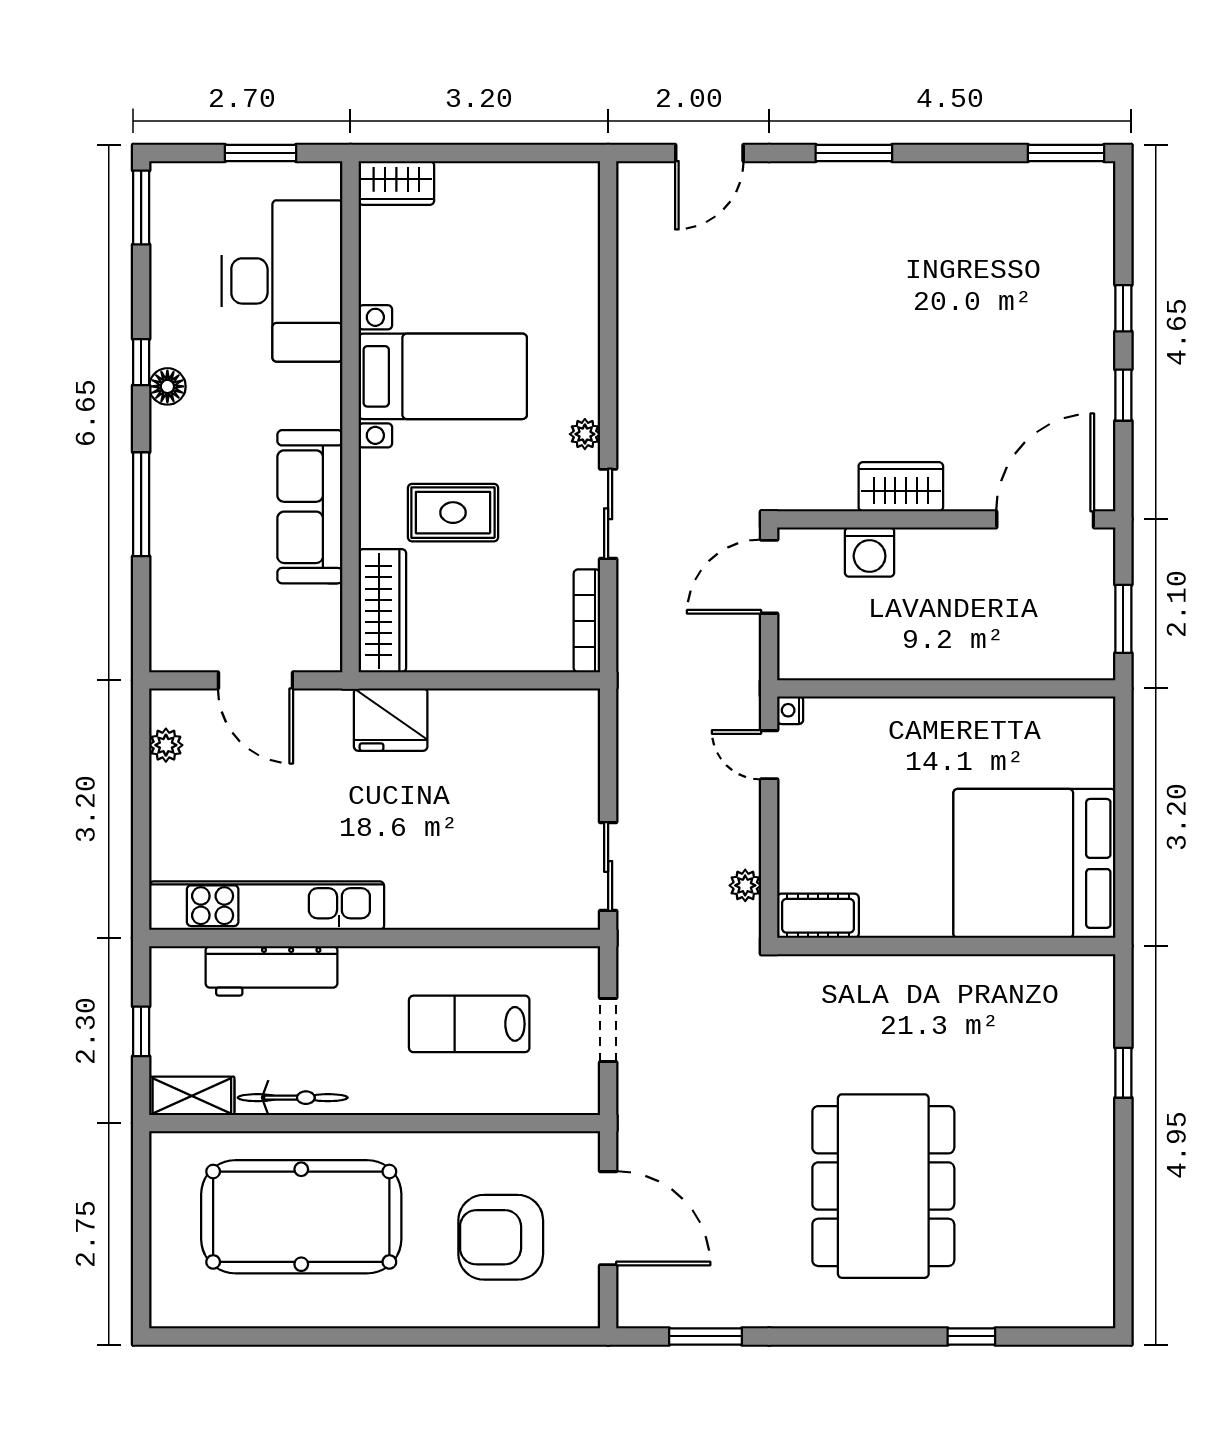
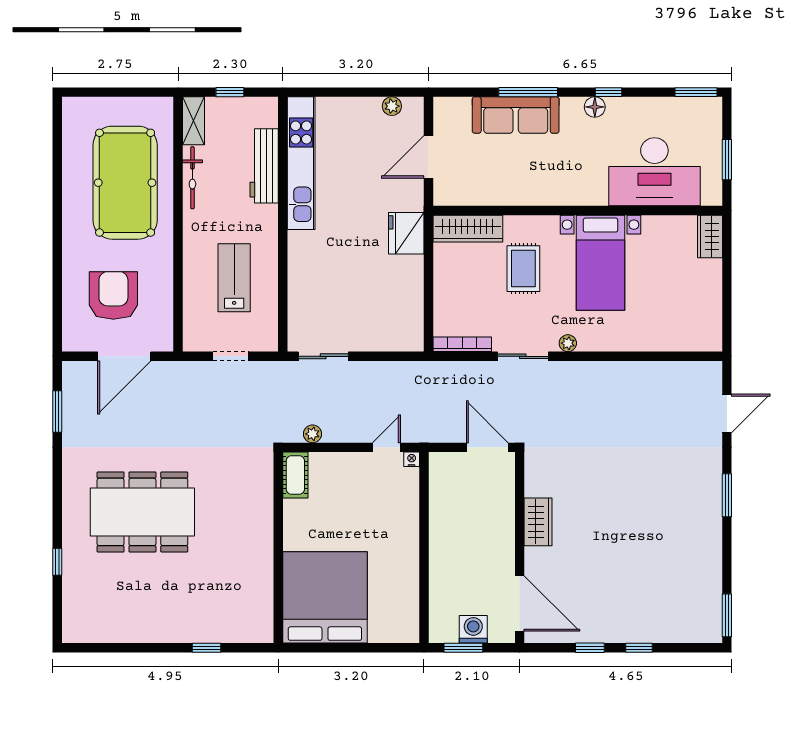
door: (709, 153) -> (727, 414), swing flipped
sofa: (310, 507) -> (516, 115), moved, turned 180
washing machine: (870, 552) -> (473, 629), moved, turned 90

